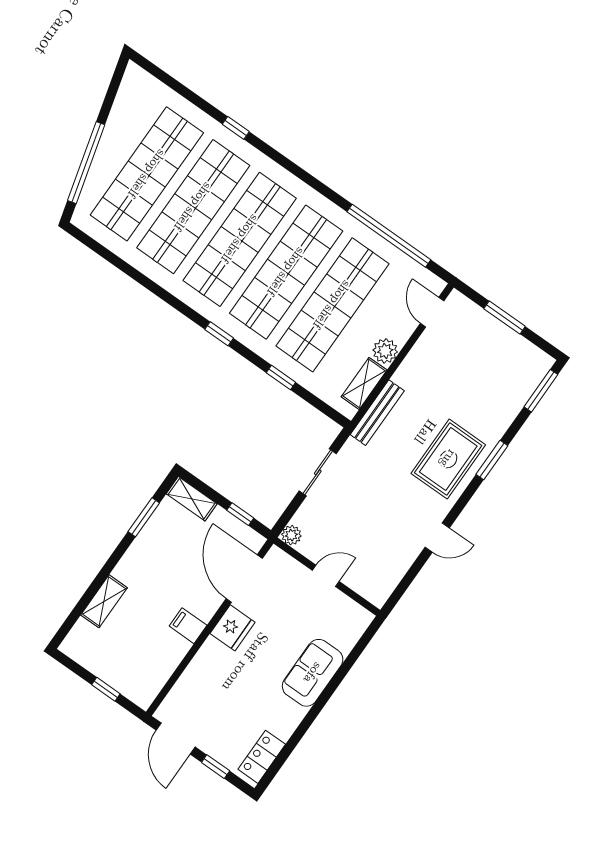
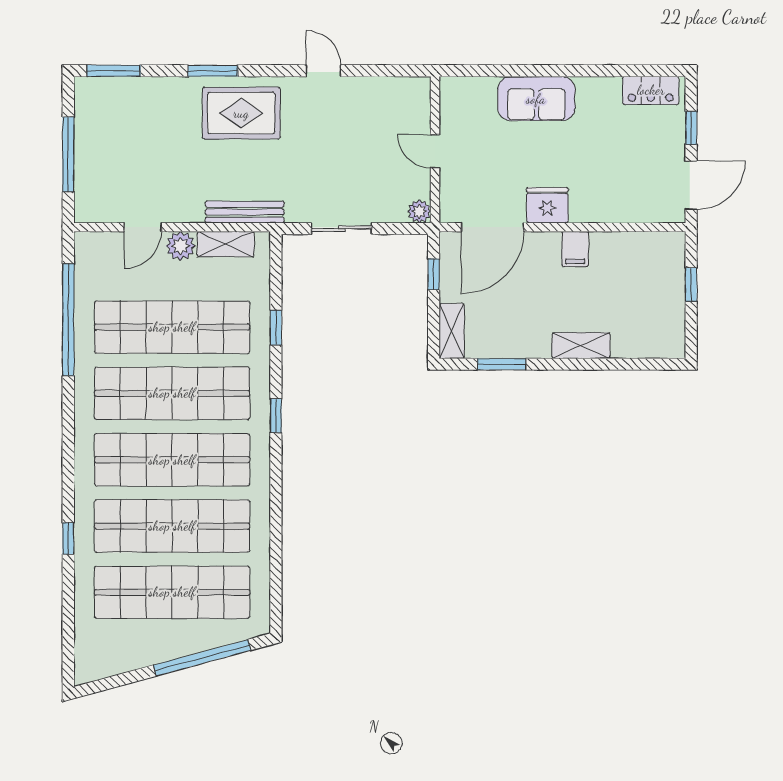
door: (432, 312) -> (143, 227), moved
window: (505, 317) -> (68, 155), width x1.44
shelving: (104, 601) -> (581, 346), moved

